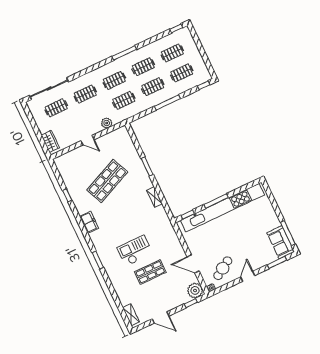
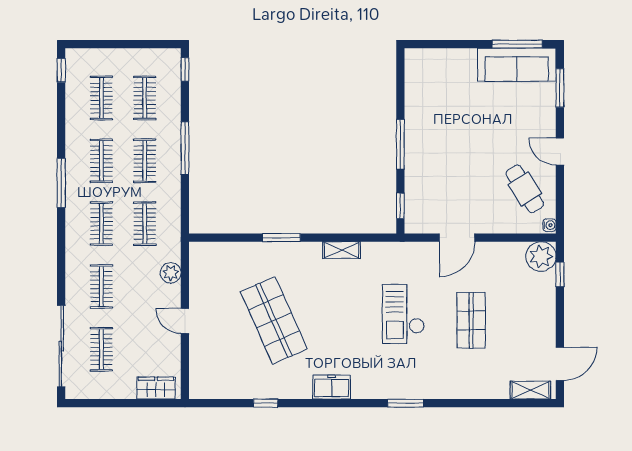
door: (88, 140) -> (185, 321), swing flipped
kitchen unit: (222, 208) -> (417, 139), removed
sofa: (281, 242) -> (517, 65), width x1.36
checkout: (135, 251) -> (403, 314), moved
door: (193, 264) -> (457, 238), moved
door: (161, 317) -> (560, 364), moved

